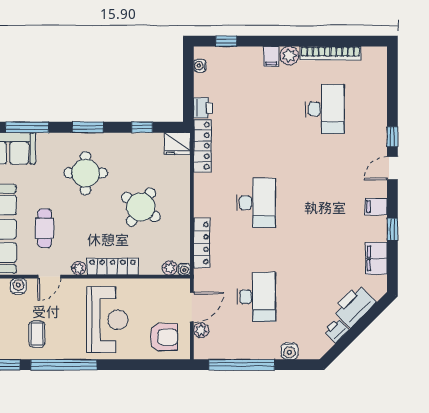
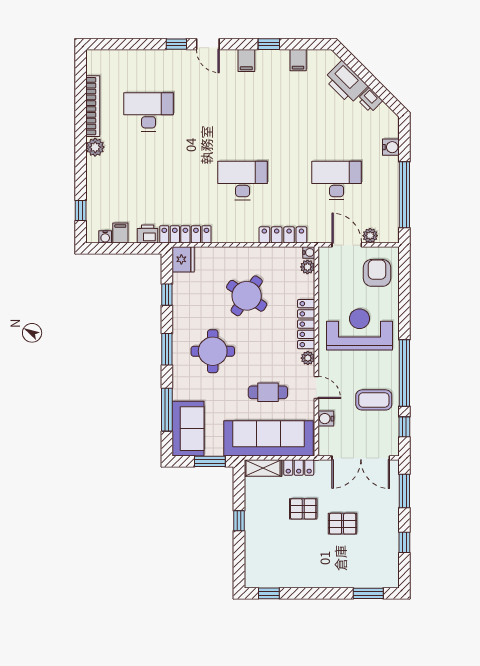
filing cabinet: (271, 56) -> (120, 233), moved, turned -90
filing cabinet: (376, 258) -> (298, 60), width x0.50
coffee table: (37, 334) -> (374, 400), width x1.36, depth x1.30

